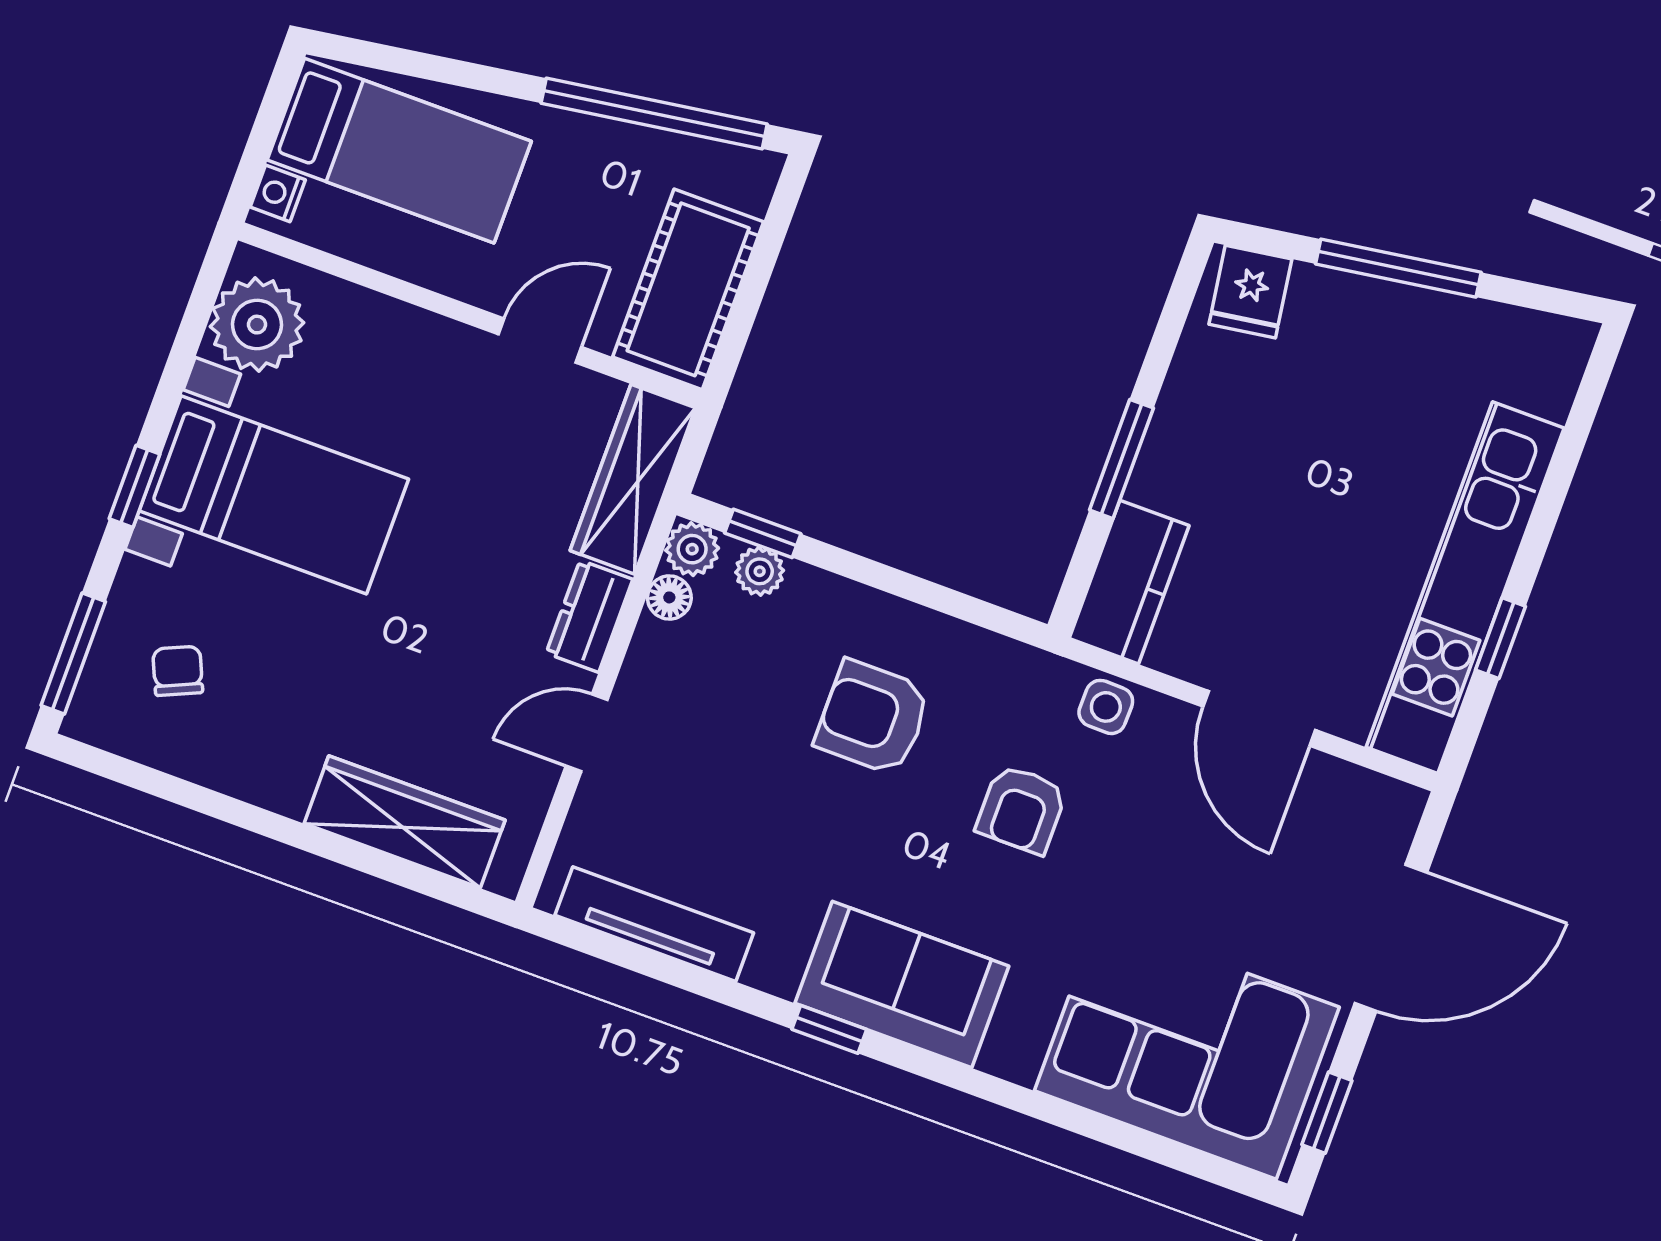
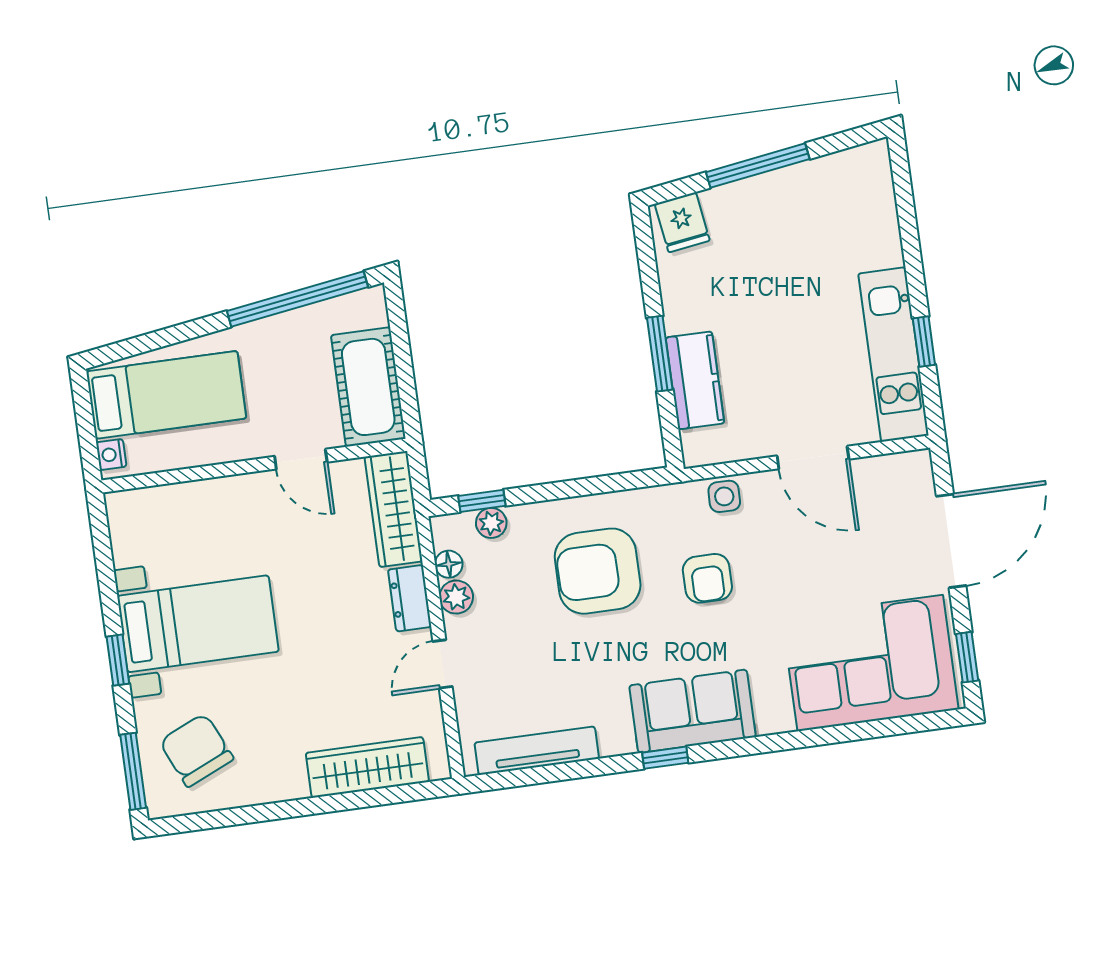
plant: (257, 325) -> (138, 534), removed
door: (540, 341) -> (301, 459), swing flipped
plant: (692, 549) -> (456, 597), moved
kitchen counter: (1129, 582) -> (695, 380), moved
kitchen unit: (1465, 588) -> (893, 355), width x0.73
chair: (178, 671) -> (196, 750), width x1.87, depth x1.87
armchair: (873, 718) -> (598, 571), width x1.36, depth x1.36

